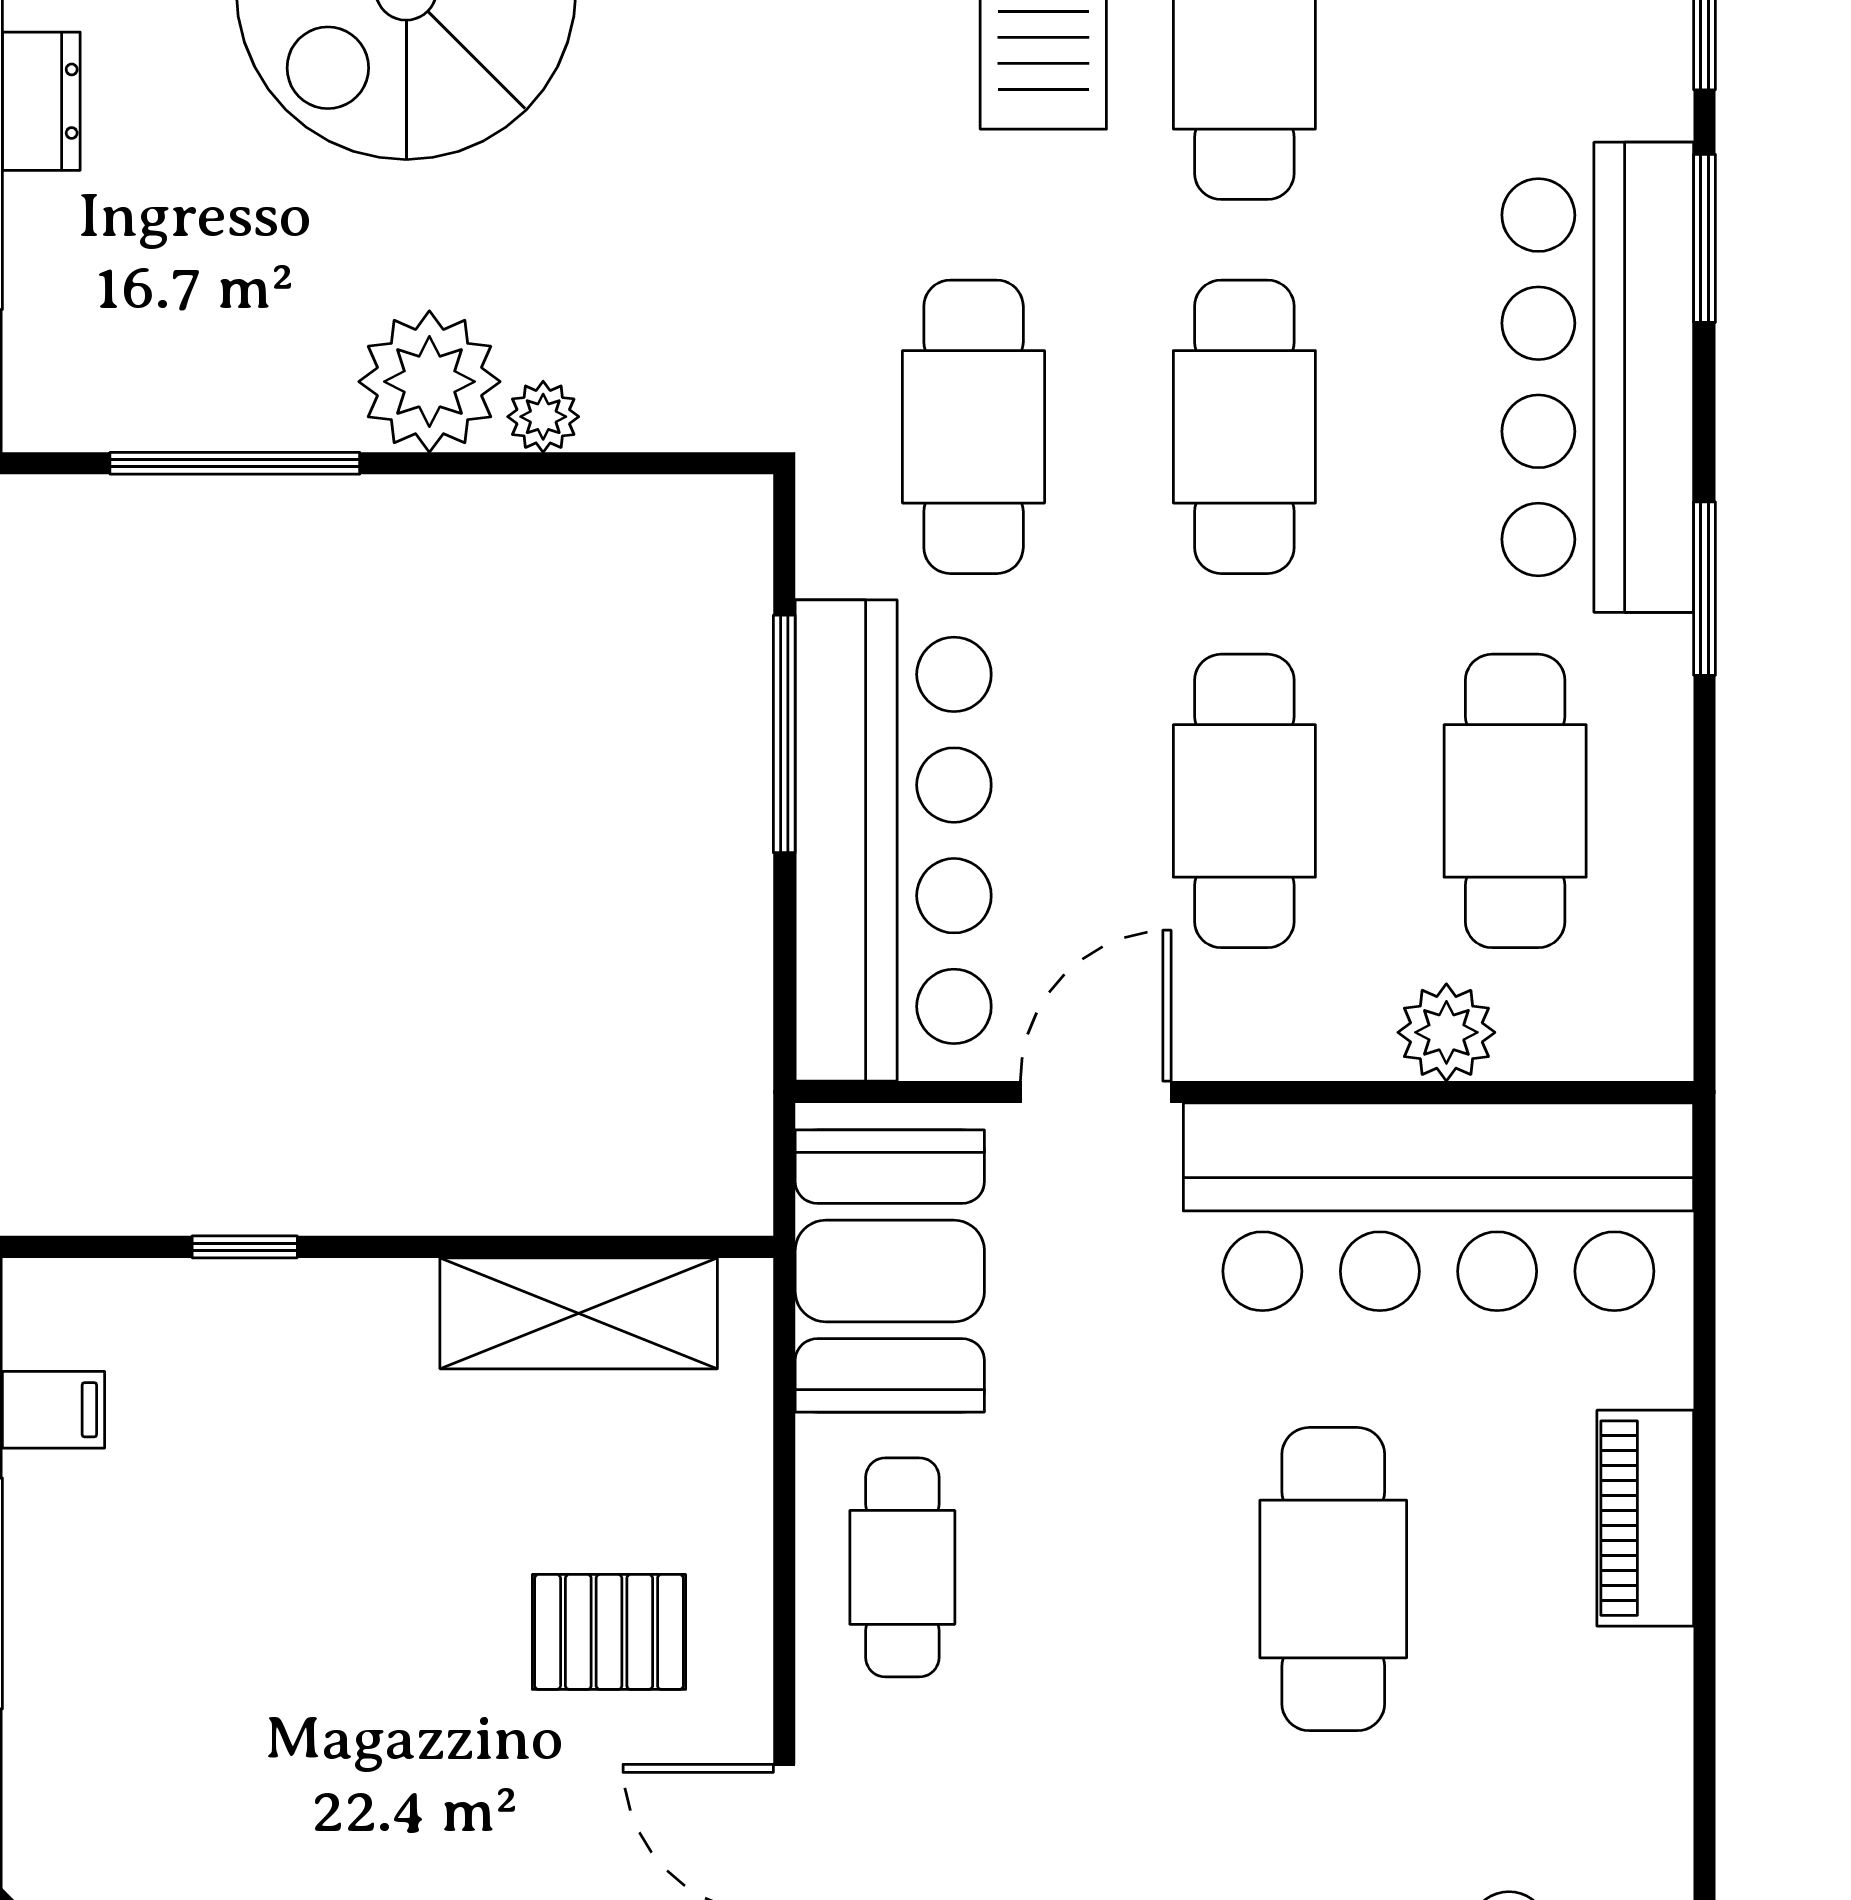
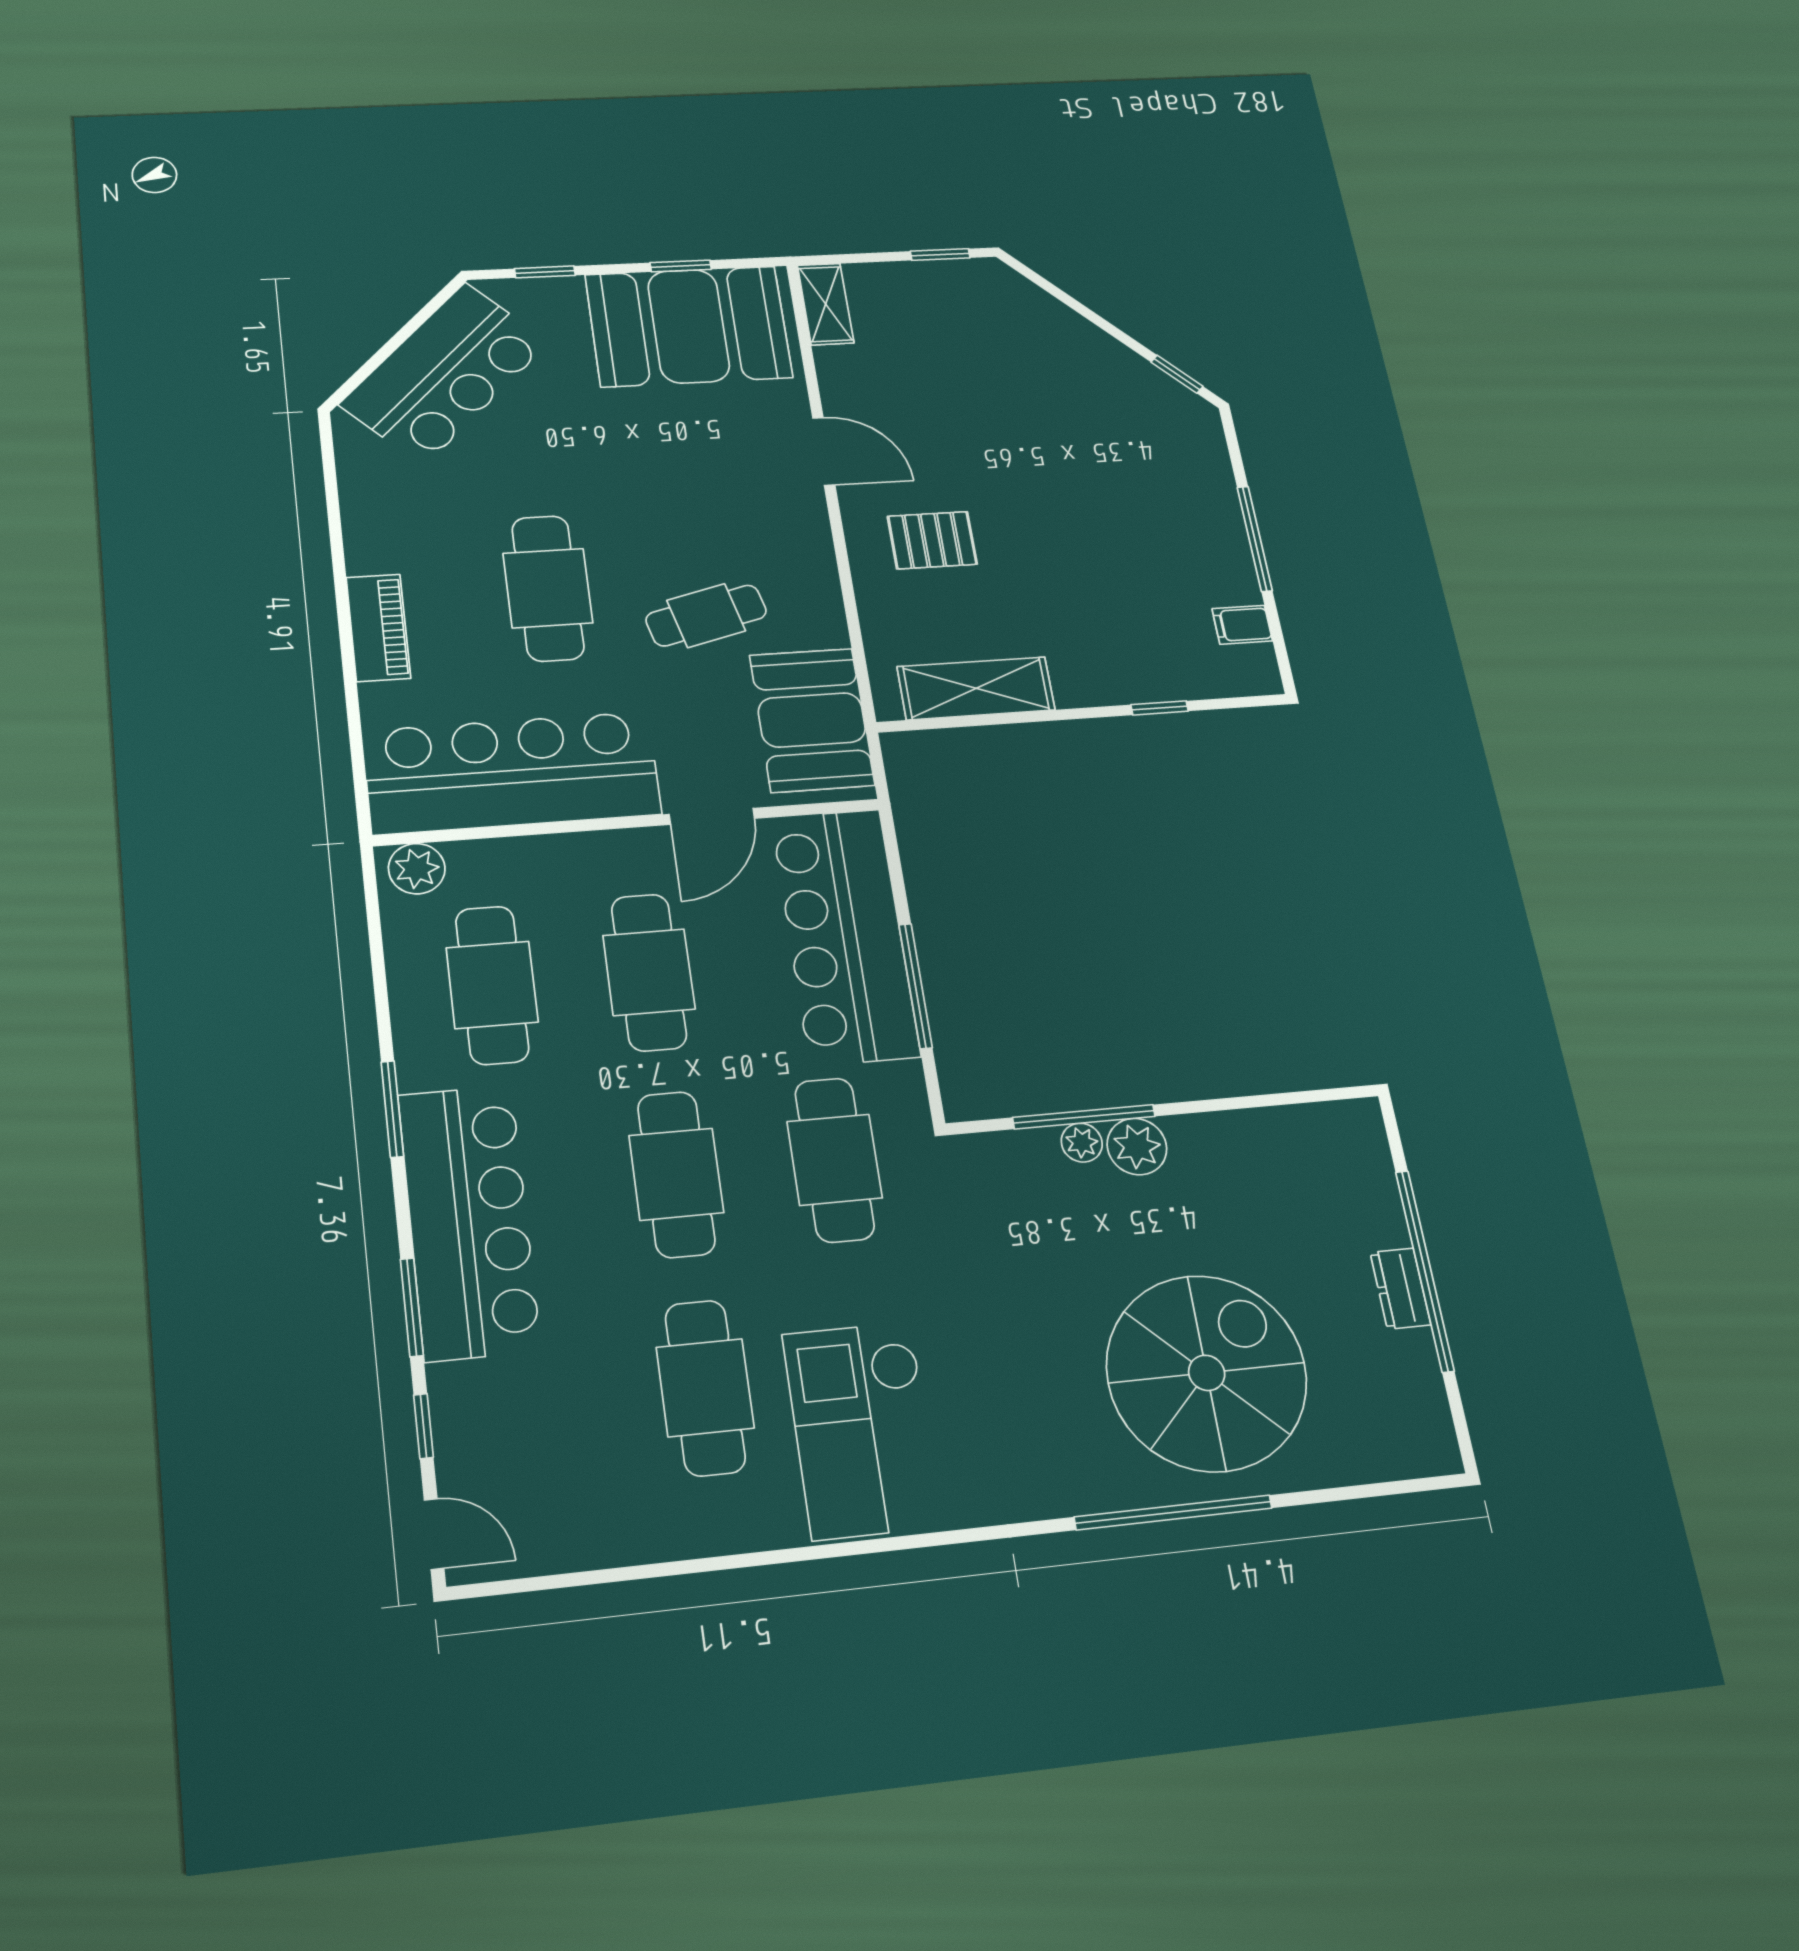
plant: (429, 382) -> (1137, 1147), width x0.73, depth x0.73
window: (235, 463) -> (1084, 1117), moved
plant: (1446, 1032) -> (417, 869), moved
cafe table: (902, 1567) -> (706, 616), moved, turned 76

